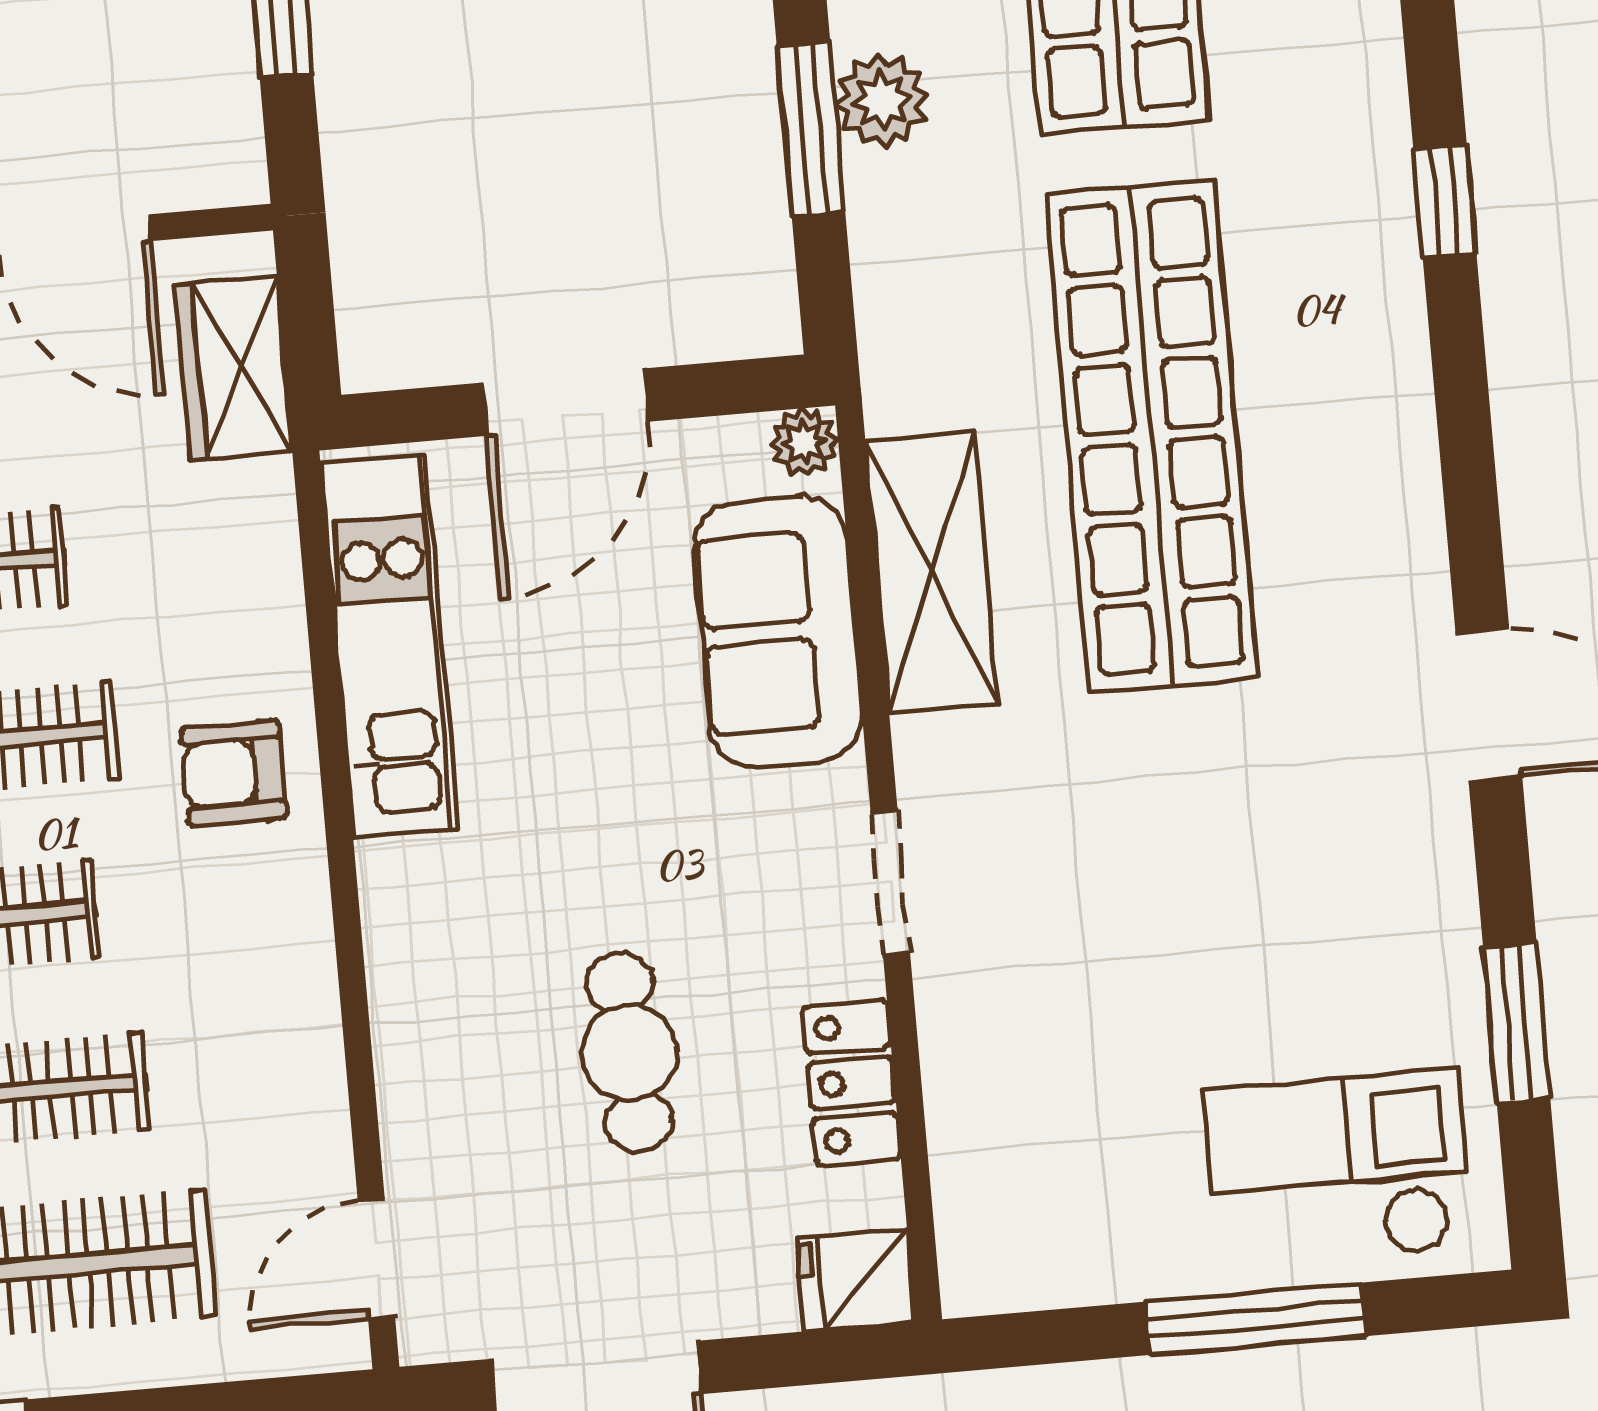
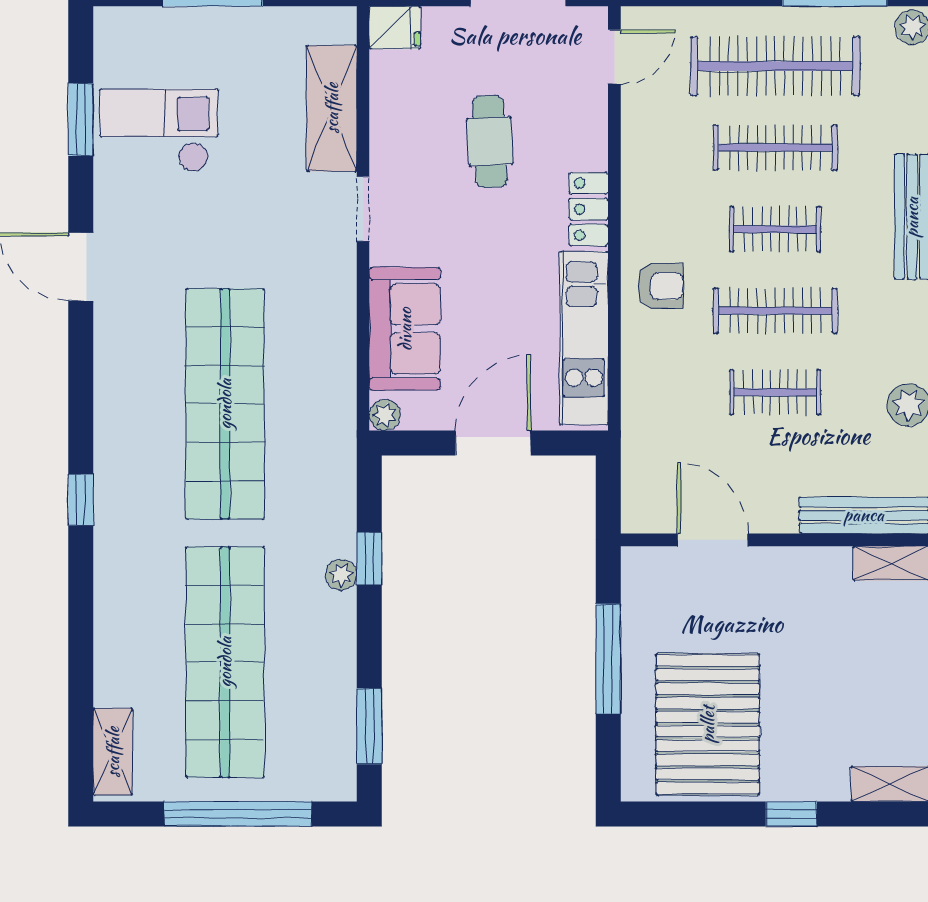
plant: (882, 100) -> (341, 575), width x0.73, depth x0.73
window: (811, 129) -> (369, 559), width x0.67
wardrobe: (234, 368) -> (644, 472), removed
shelving: (931, 572) -> (332, 108), moved
locker: (852, 1083) -> (589, 209), moved, turned 180
checkout: (1337, 1169) -> (159, 130), moved, turned 180

